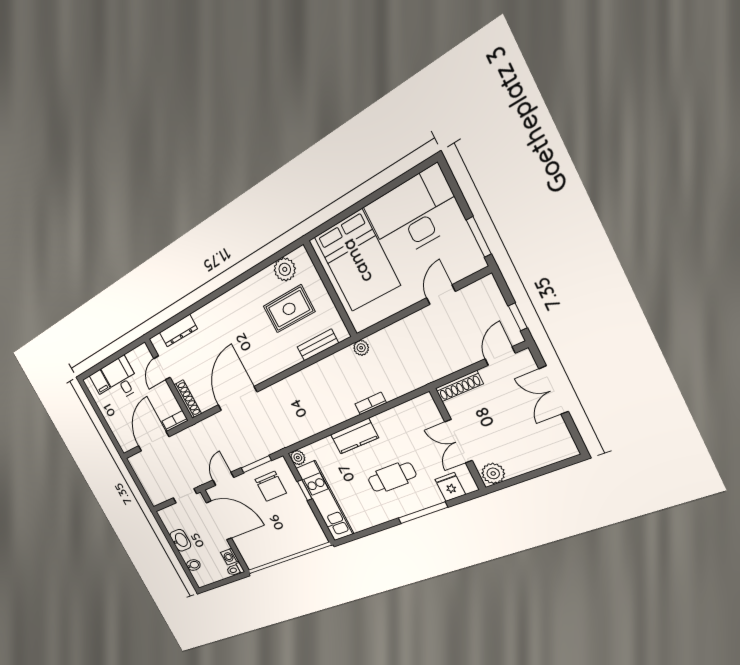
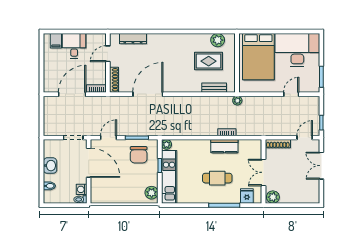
kitchen counter: (354, 436) -> (224, 146), moved
plant: (314, 531) -> (152, 193), added

